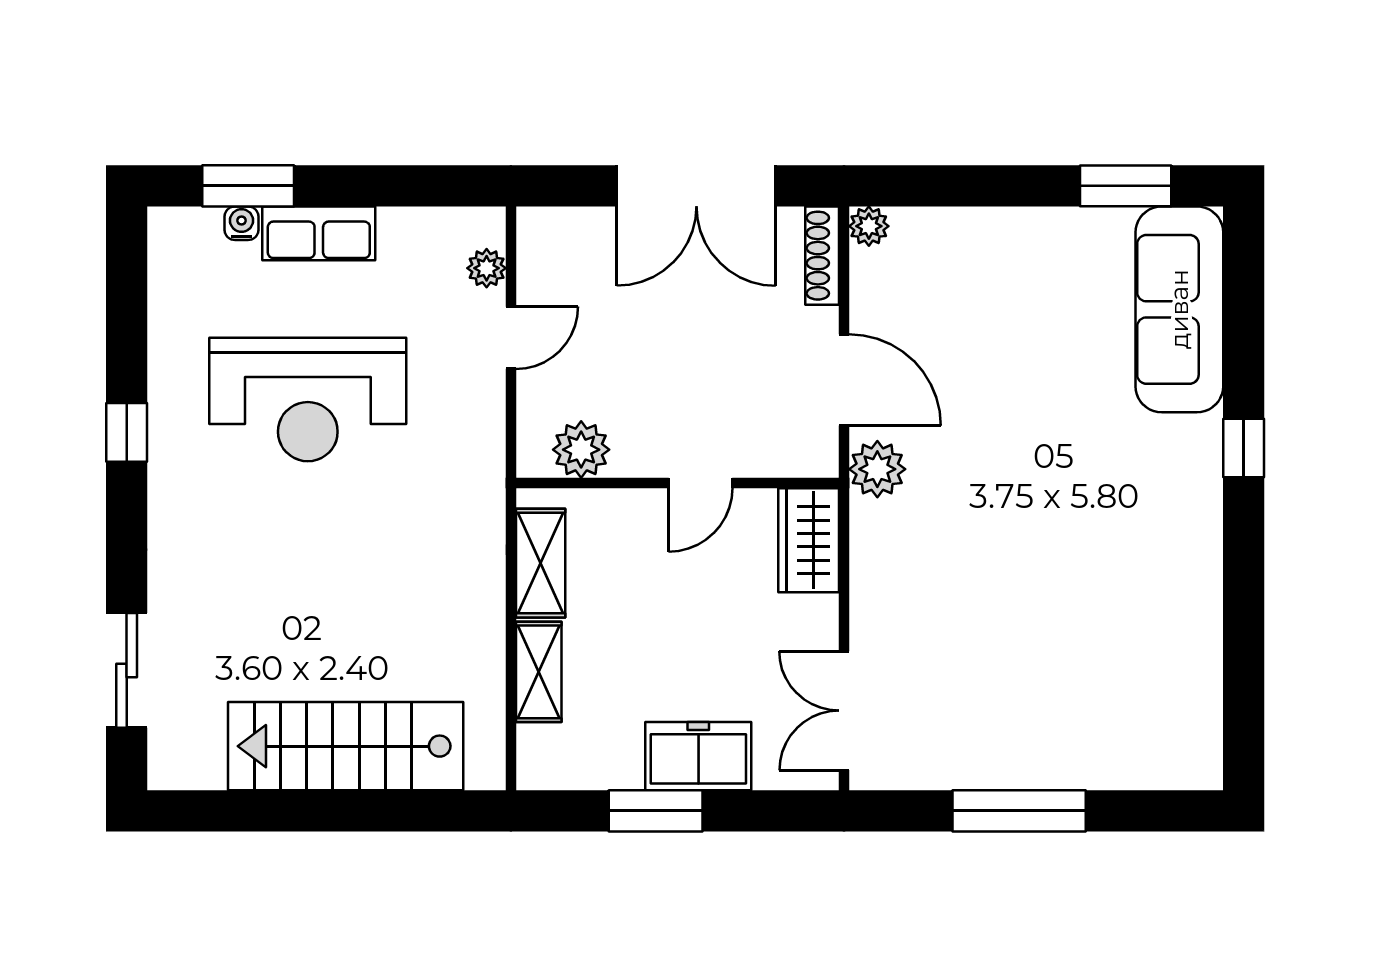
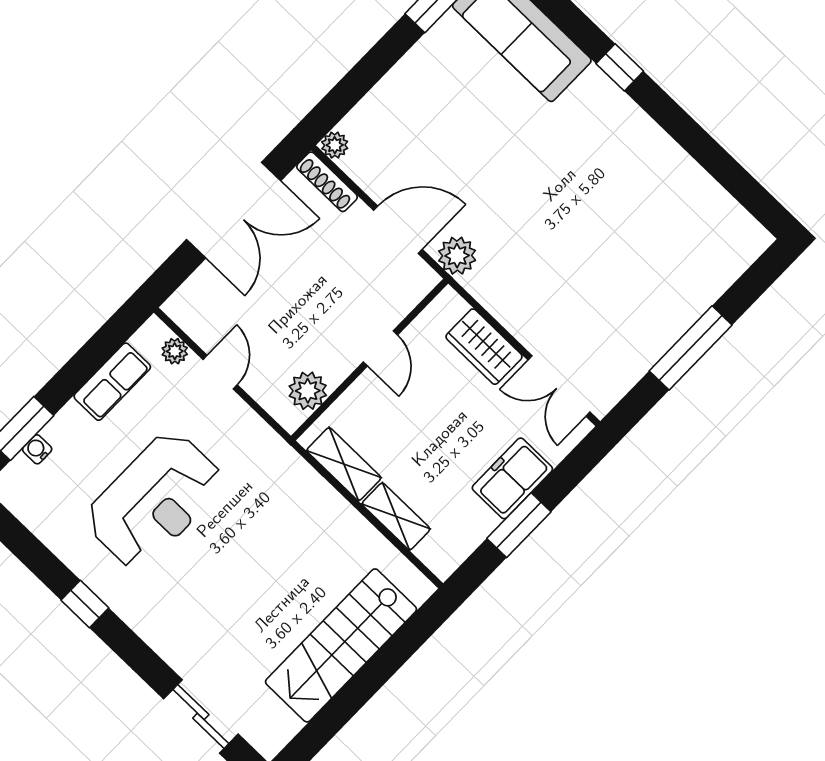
row of seats: (319, 233) -> (112, 382), moved
wardrobe: (809, 540) -> (484, 347), moved

